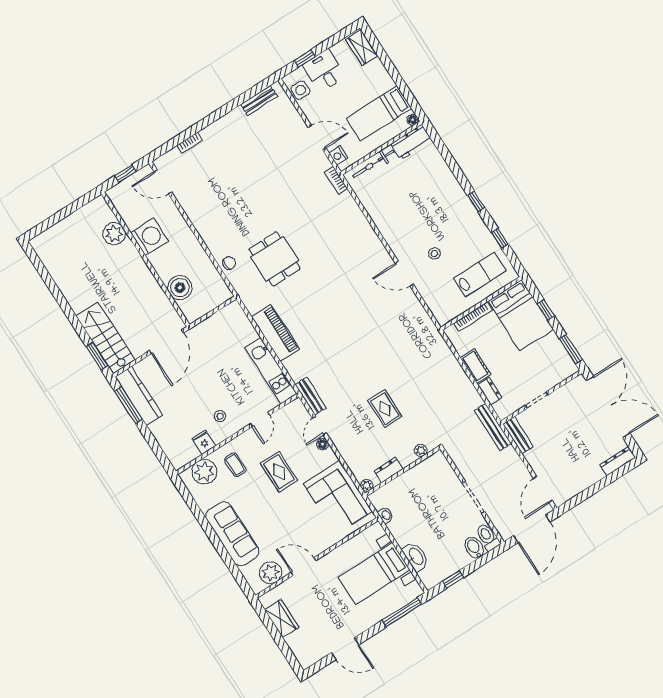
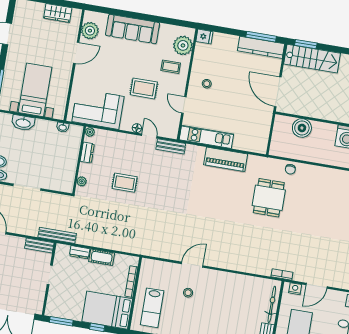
dining table: (275, 259) -> (269, 198), turned 90
fridge: (204, 442) -> (204, 37), moved

